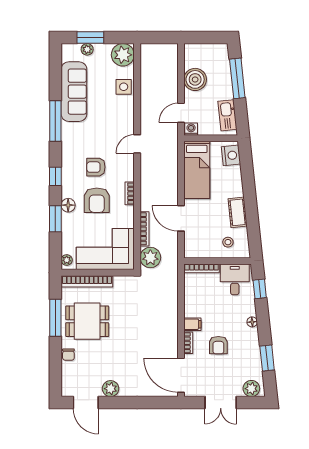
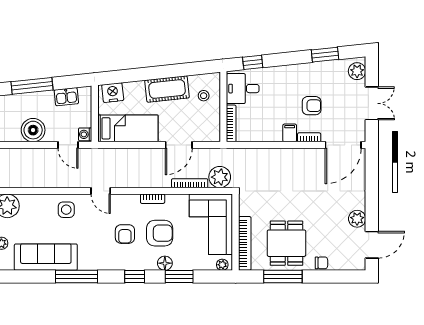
side table: (124, 87) -> (66, 210), moved
kitchen sink: (227, 115) -> (66, 97), width x0.73
cot: (238, 212) -> (167, 89), width x1.37, depth x1.34
floor lamp: (252, 322) -> (287, 70), removed

